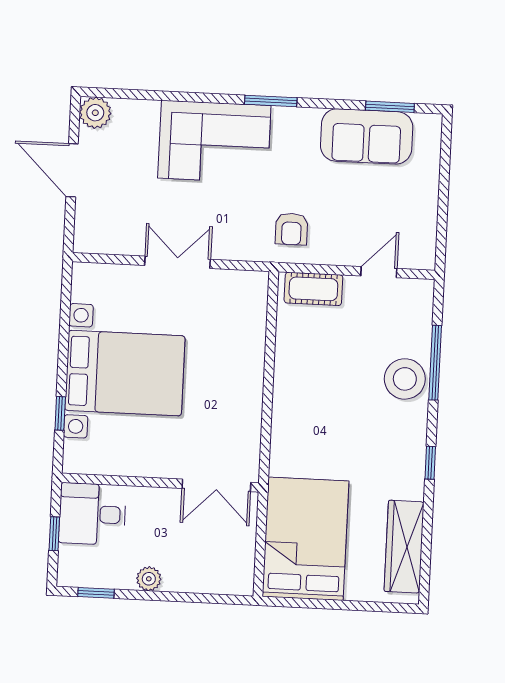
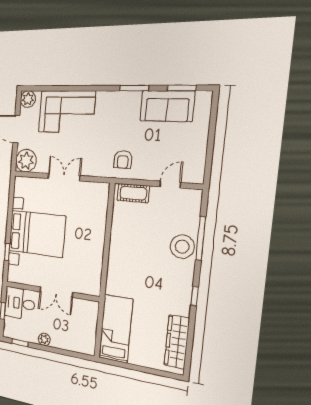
window: (271, 101) -> (134, 88), moved
corner sofa: (214, 142) -> (67, 112), moved
plant: (96, 232) -> (26, 161), added
double door: (216, 485) -> (56, 292), moved
bed: (306, 539) -> (116, 329), width x0.67

